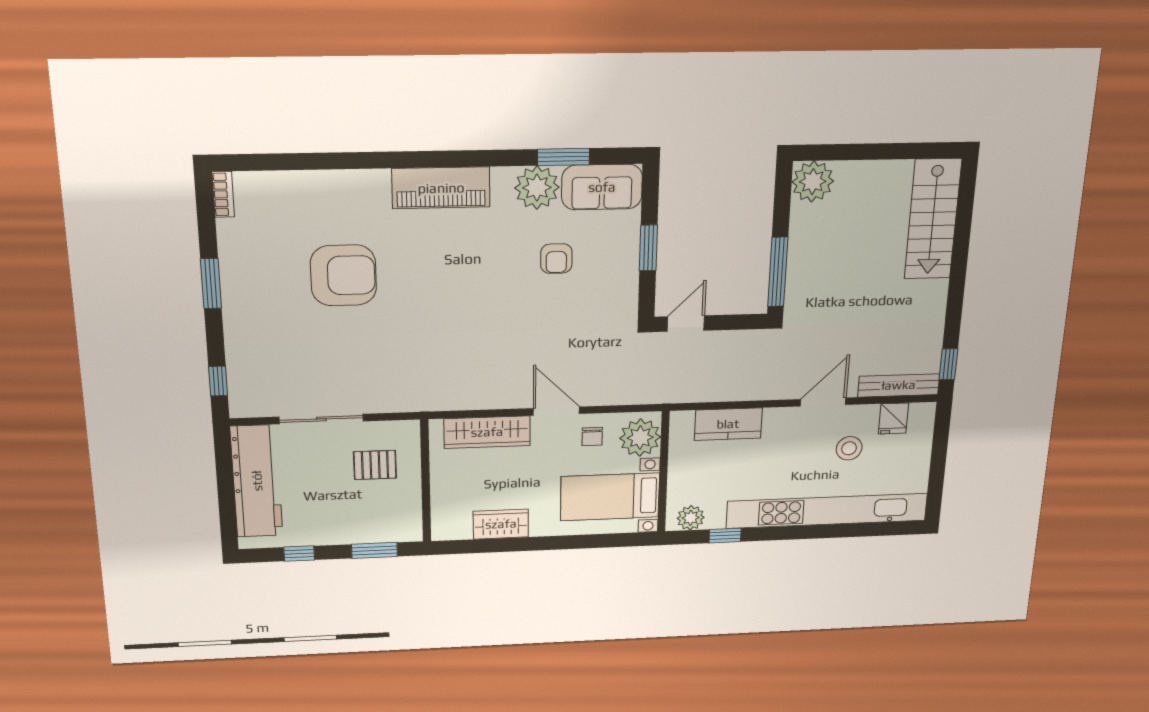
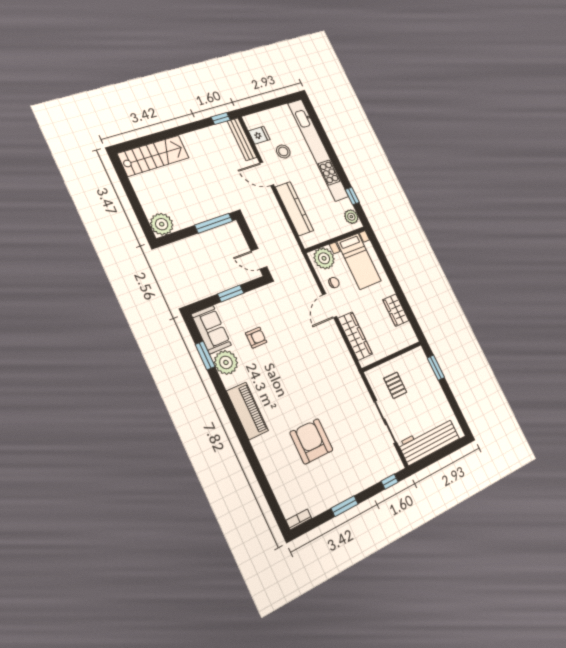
kitchen counter: (728, 424) -> (294, 209), width x1.50
window: (299, 554) -> (454, 404), removed

